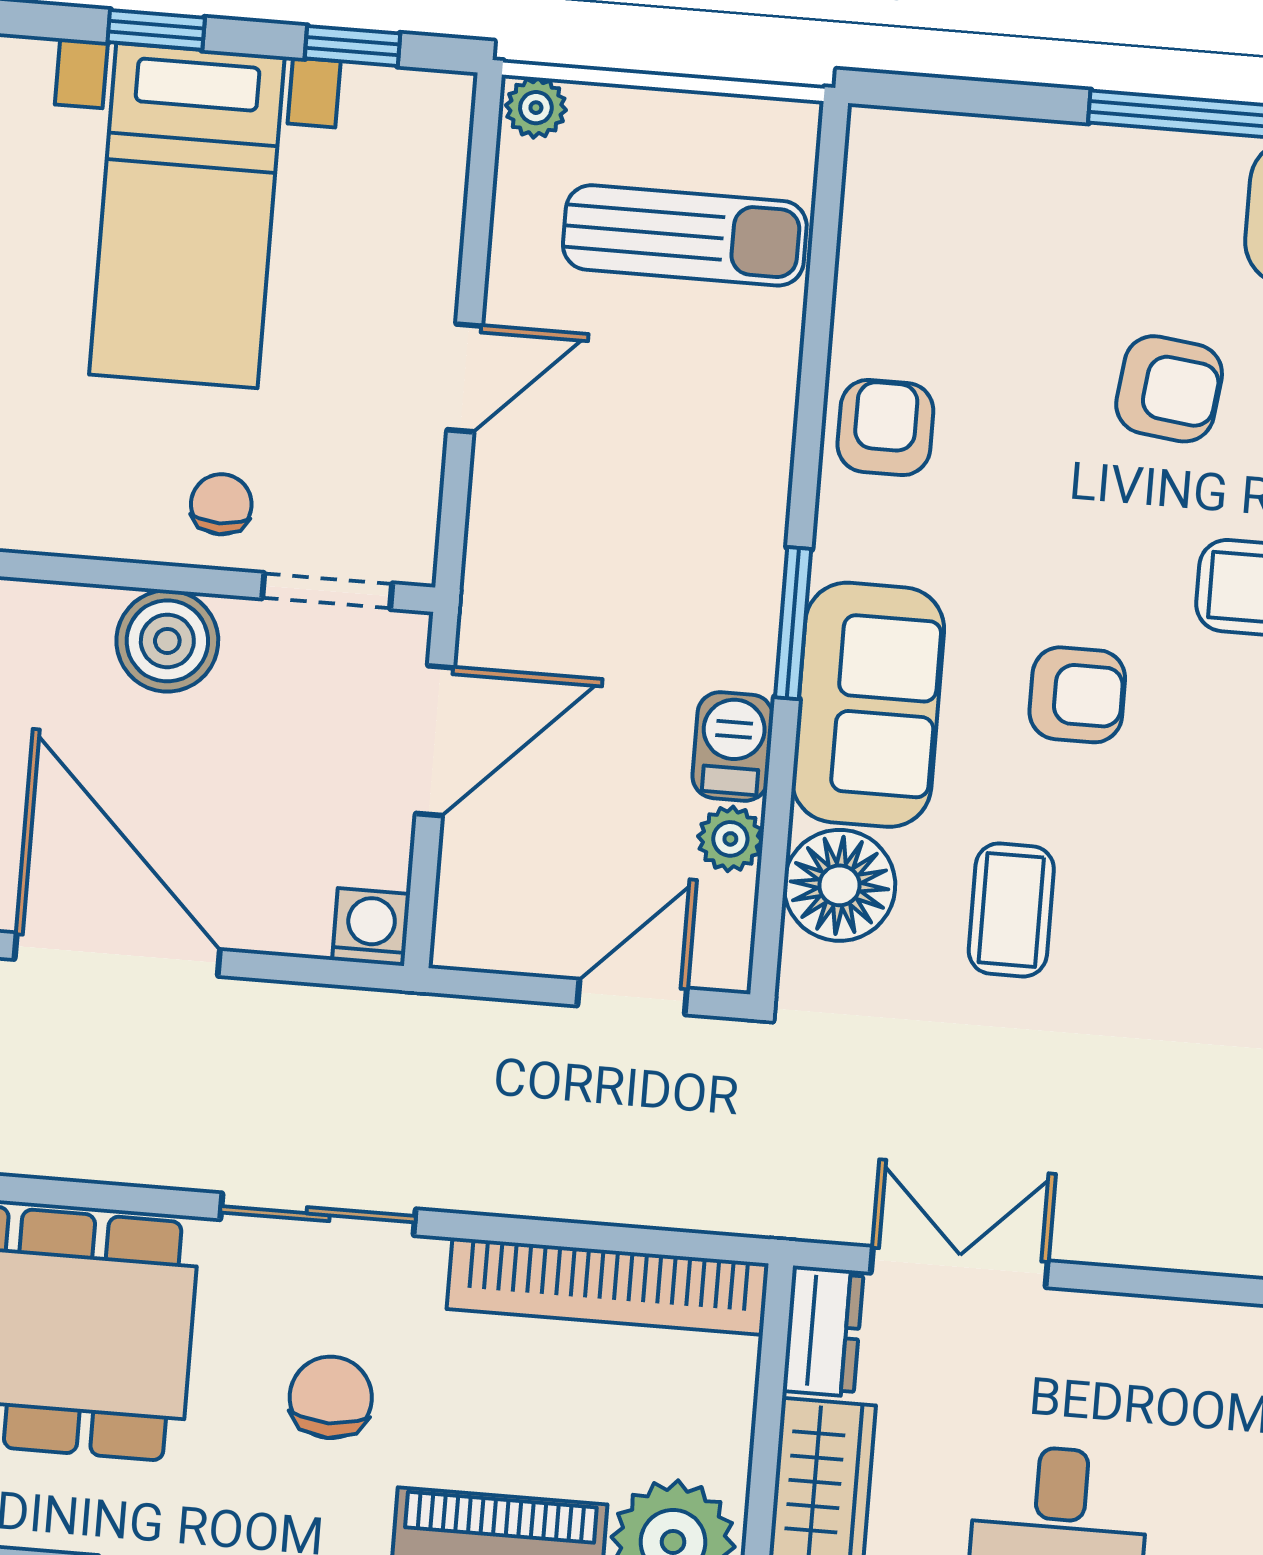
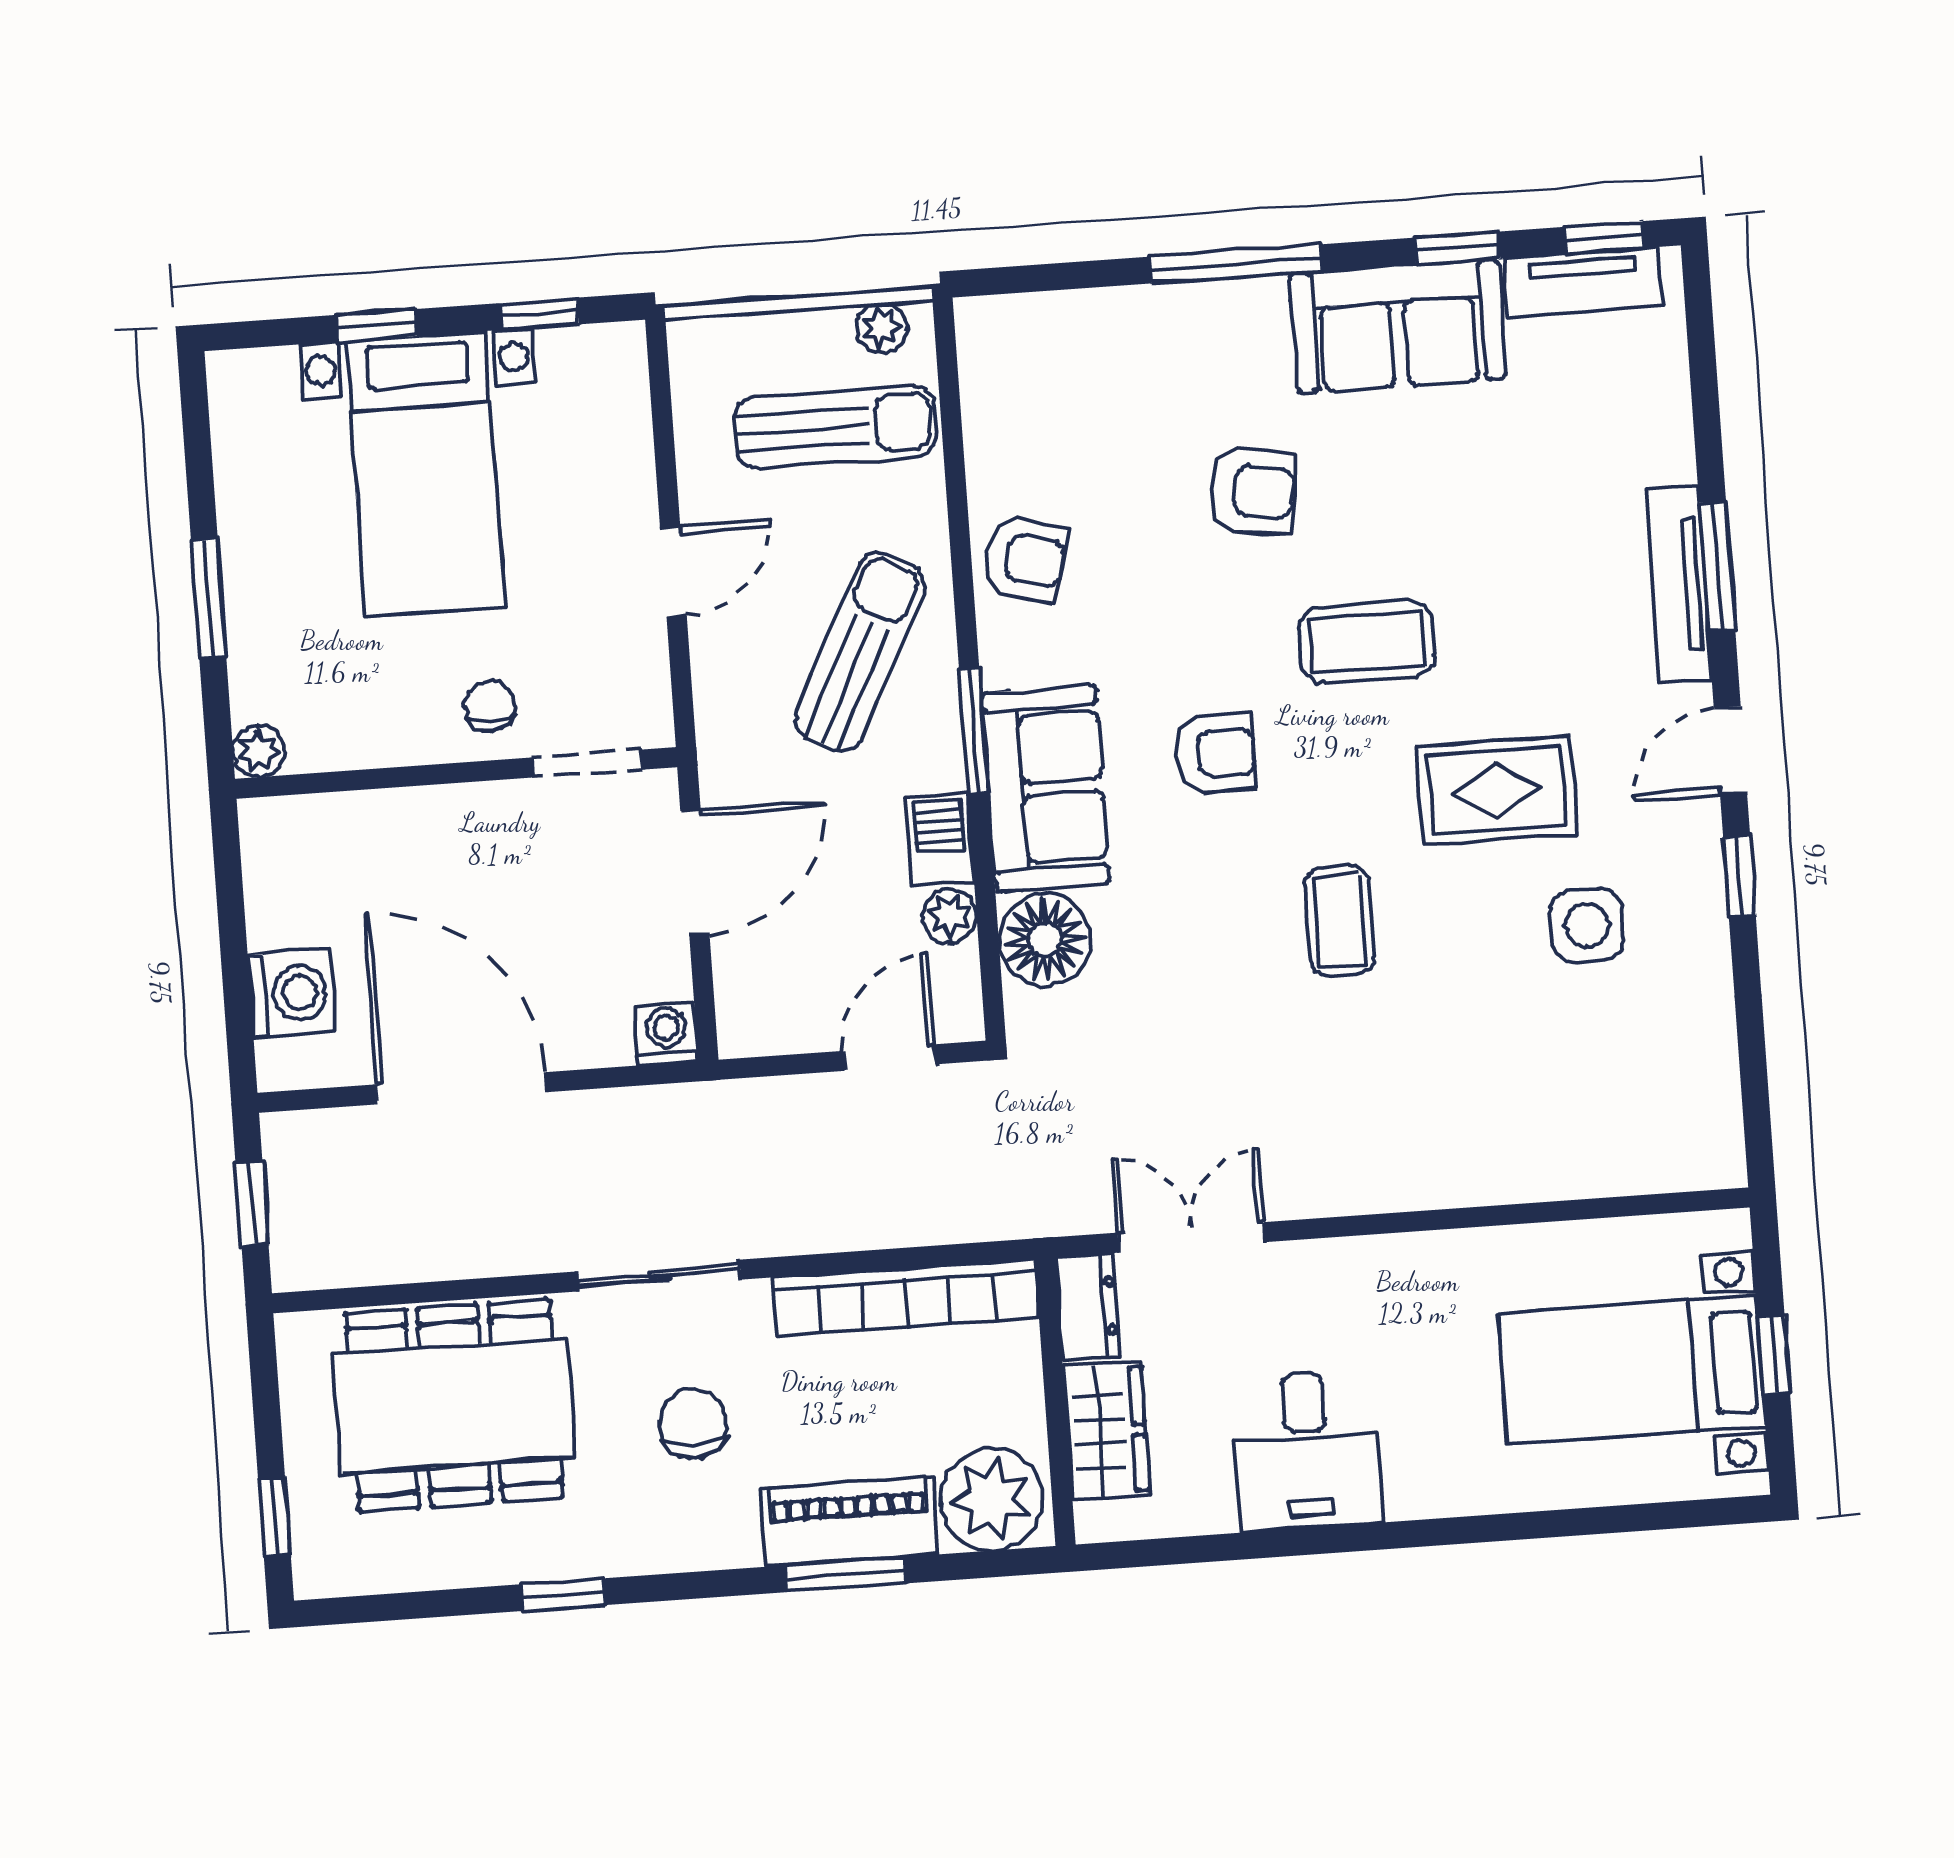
plant: (536, 108) -> (882, 328), moved
armchair: (885, 427) -> (1024, 559), turned 106
sun lounger: (672, 508) -> (860, 652), added
boiler: (167, 641) -> (463, 825), removed
coffee table: (1011, 910) -> (1339, 921), moved

